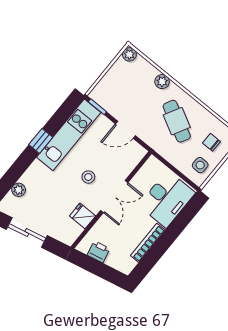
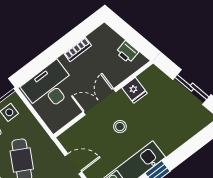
plant: (19, 190) -> (190, 130), removed
bookcase: (148, 243) -> (78, 49), width x0.64

